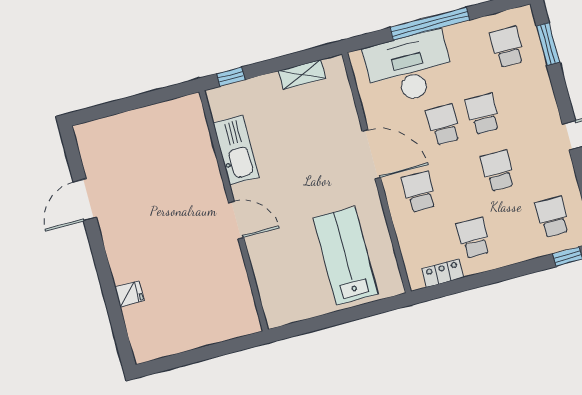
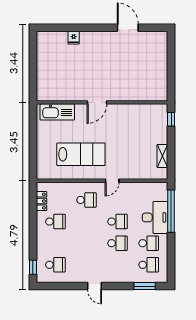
window: (430, 24) -> (171, 211), moved
desk: (409, 68) -> (155, 217), width x0.73, depth x0.77
kitchen sink: (236, 150) -> (57, 112), moved
door: (372, 154) -> (112, 181), width x0.53
school desk: (498, 171) -> (149, 243), moved
lab bench: (346, 256) -> (81, 154), moved

